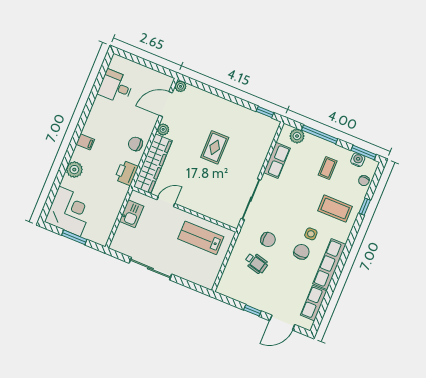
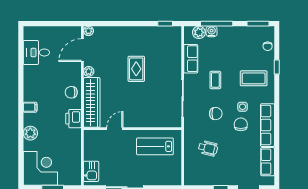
water cooler: (358, 160) -> (212, 31), moved
coffee table: (328, 168) -> (215, 80), moved
kitchen sink: (131, 214) -> (91, 171), moved
chair: (268, 239) -> (216, 114), moved

